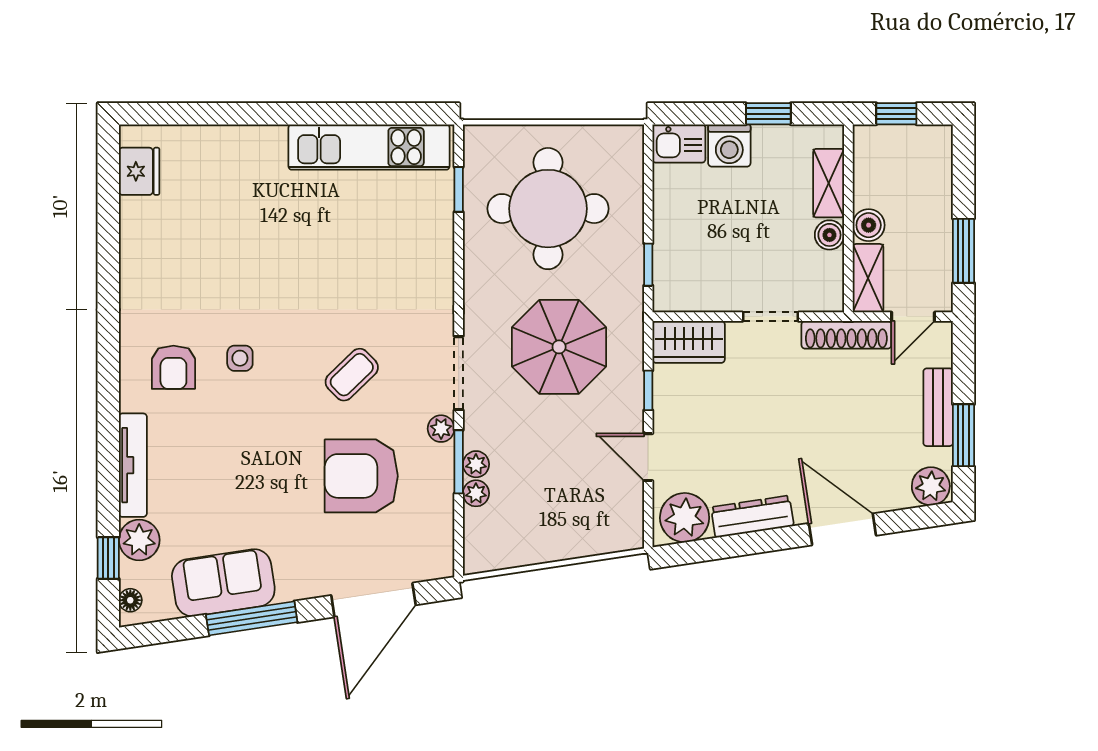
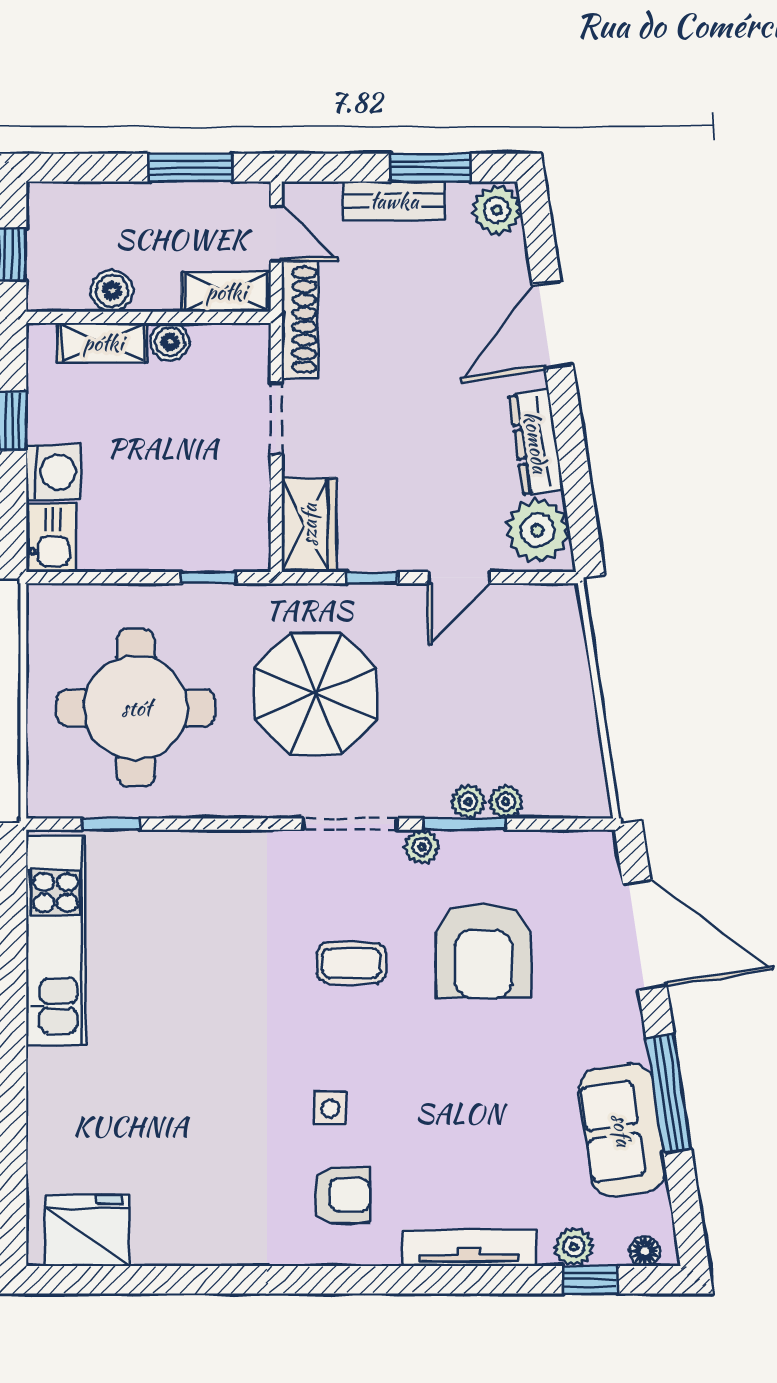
fridge: (139, 171) -> (87, 1231), width x1.36, depth x1.34
boiler: (869, 225) -> (112, 291), moved
coffee table: (352, 375) -> (352, 963), turned -46
plant: (139, 540) -> (574, 1247), width x0.73, depth x0.73

